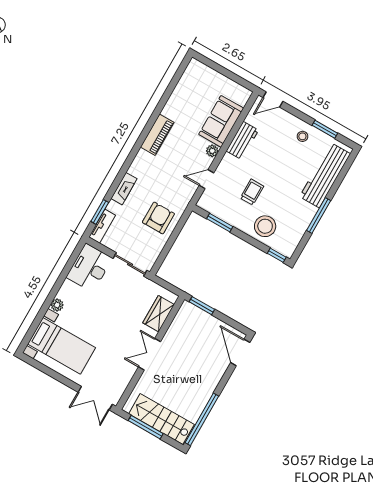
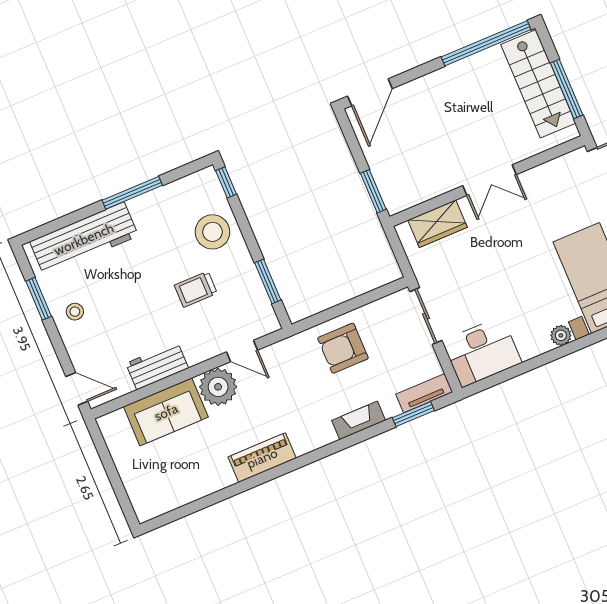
plant: (212, 151) -> (218, 387), width x1.87, depth x1.87

